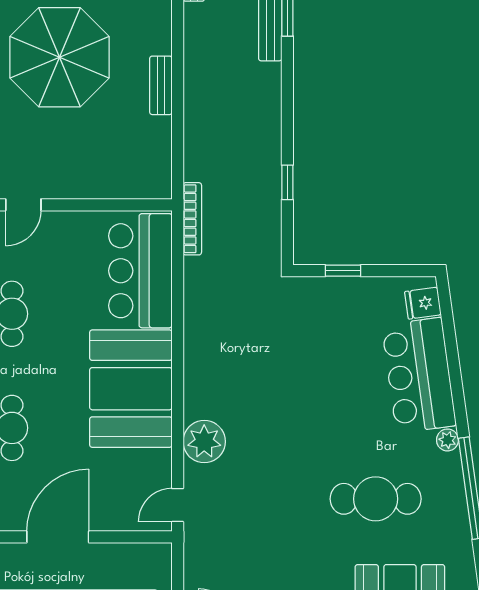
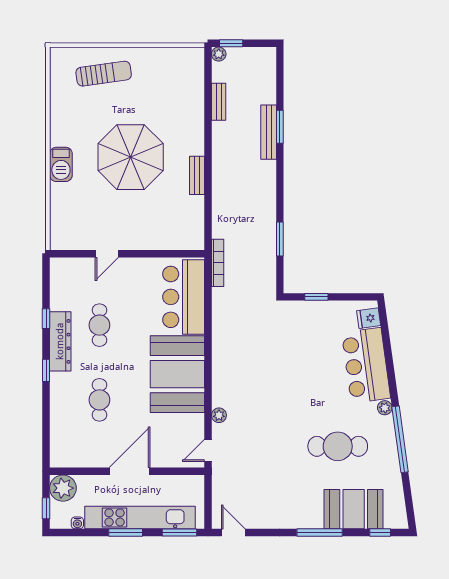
window: (287, 182) -> (280, 239), width x1.50
plant: (204, 442) -> (219, 415), width x0.53, depth x0.53

